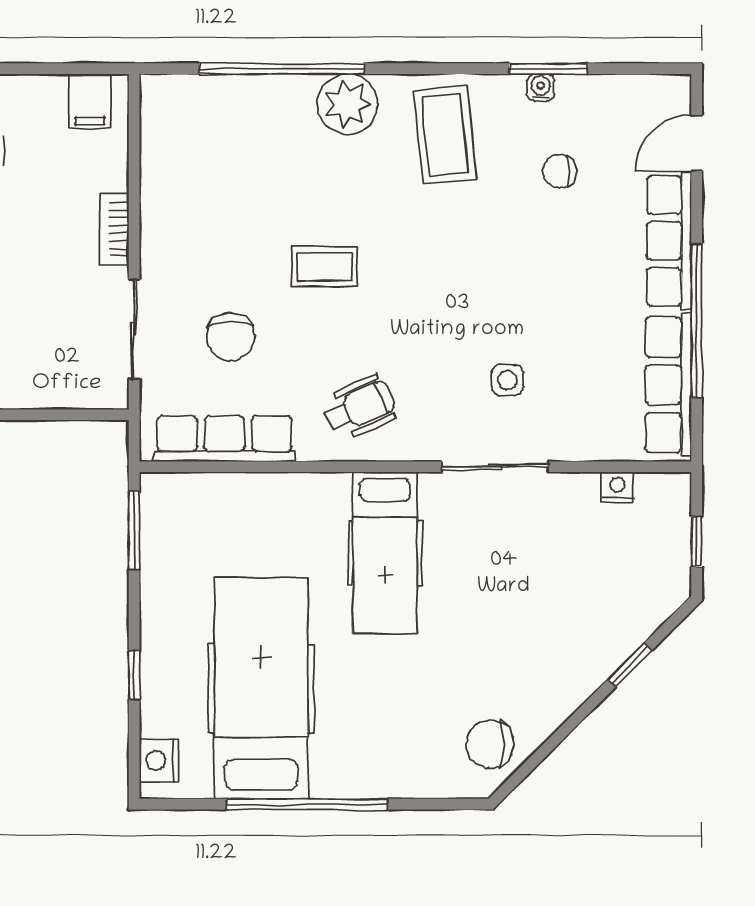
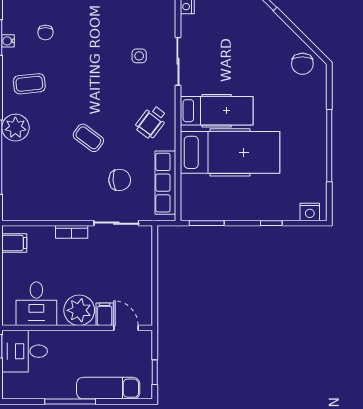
coffee table: (445, 135) -> (29, 84), width x0.73, depth x0.77
coffee table: (324, 267) -> (88, 138), turned -53
wheelchair: (360, 407) -> (151, 122), turned -119
hospital bed: (261, 688) -> (230, 152), moved, turned 180

